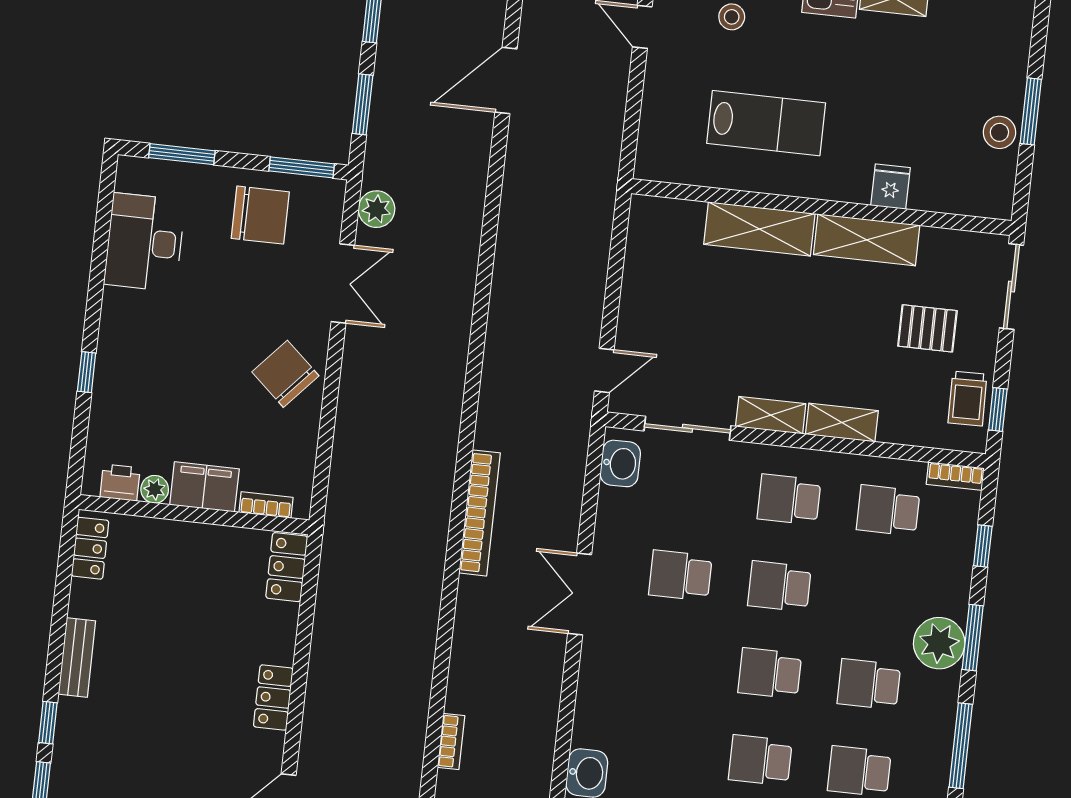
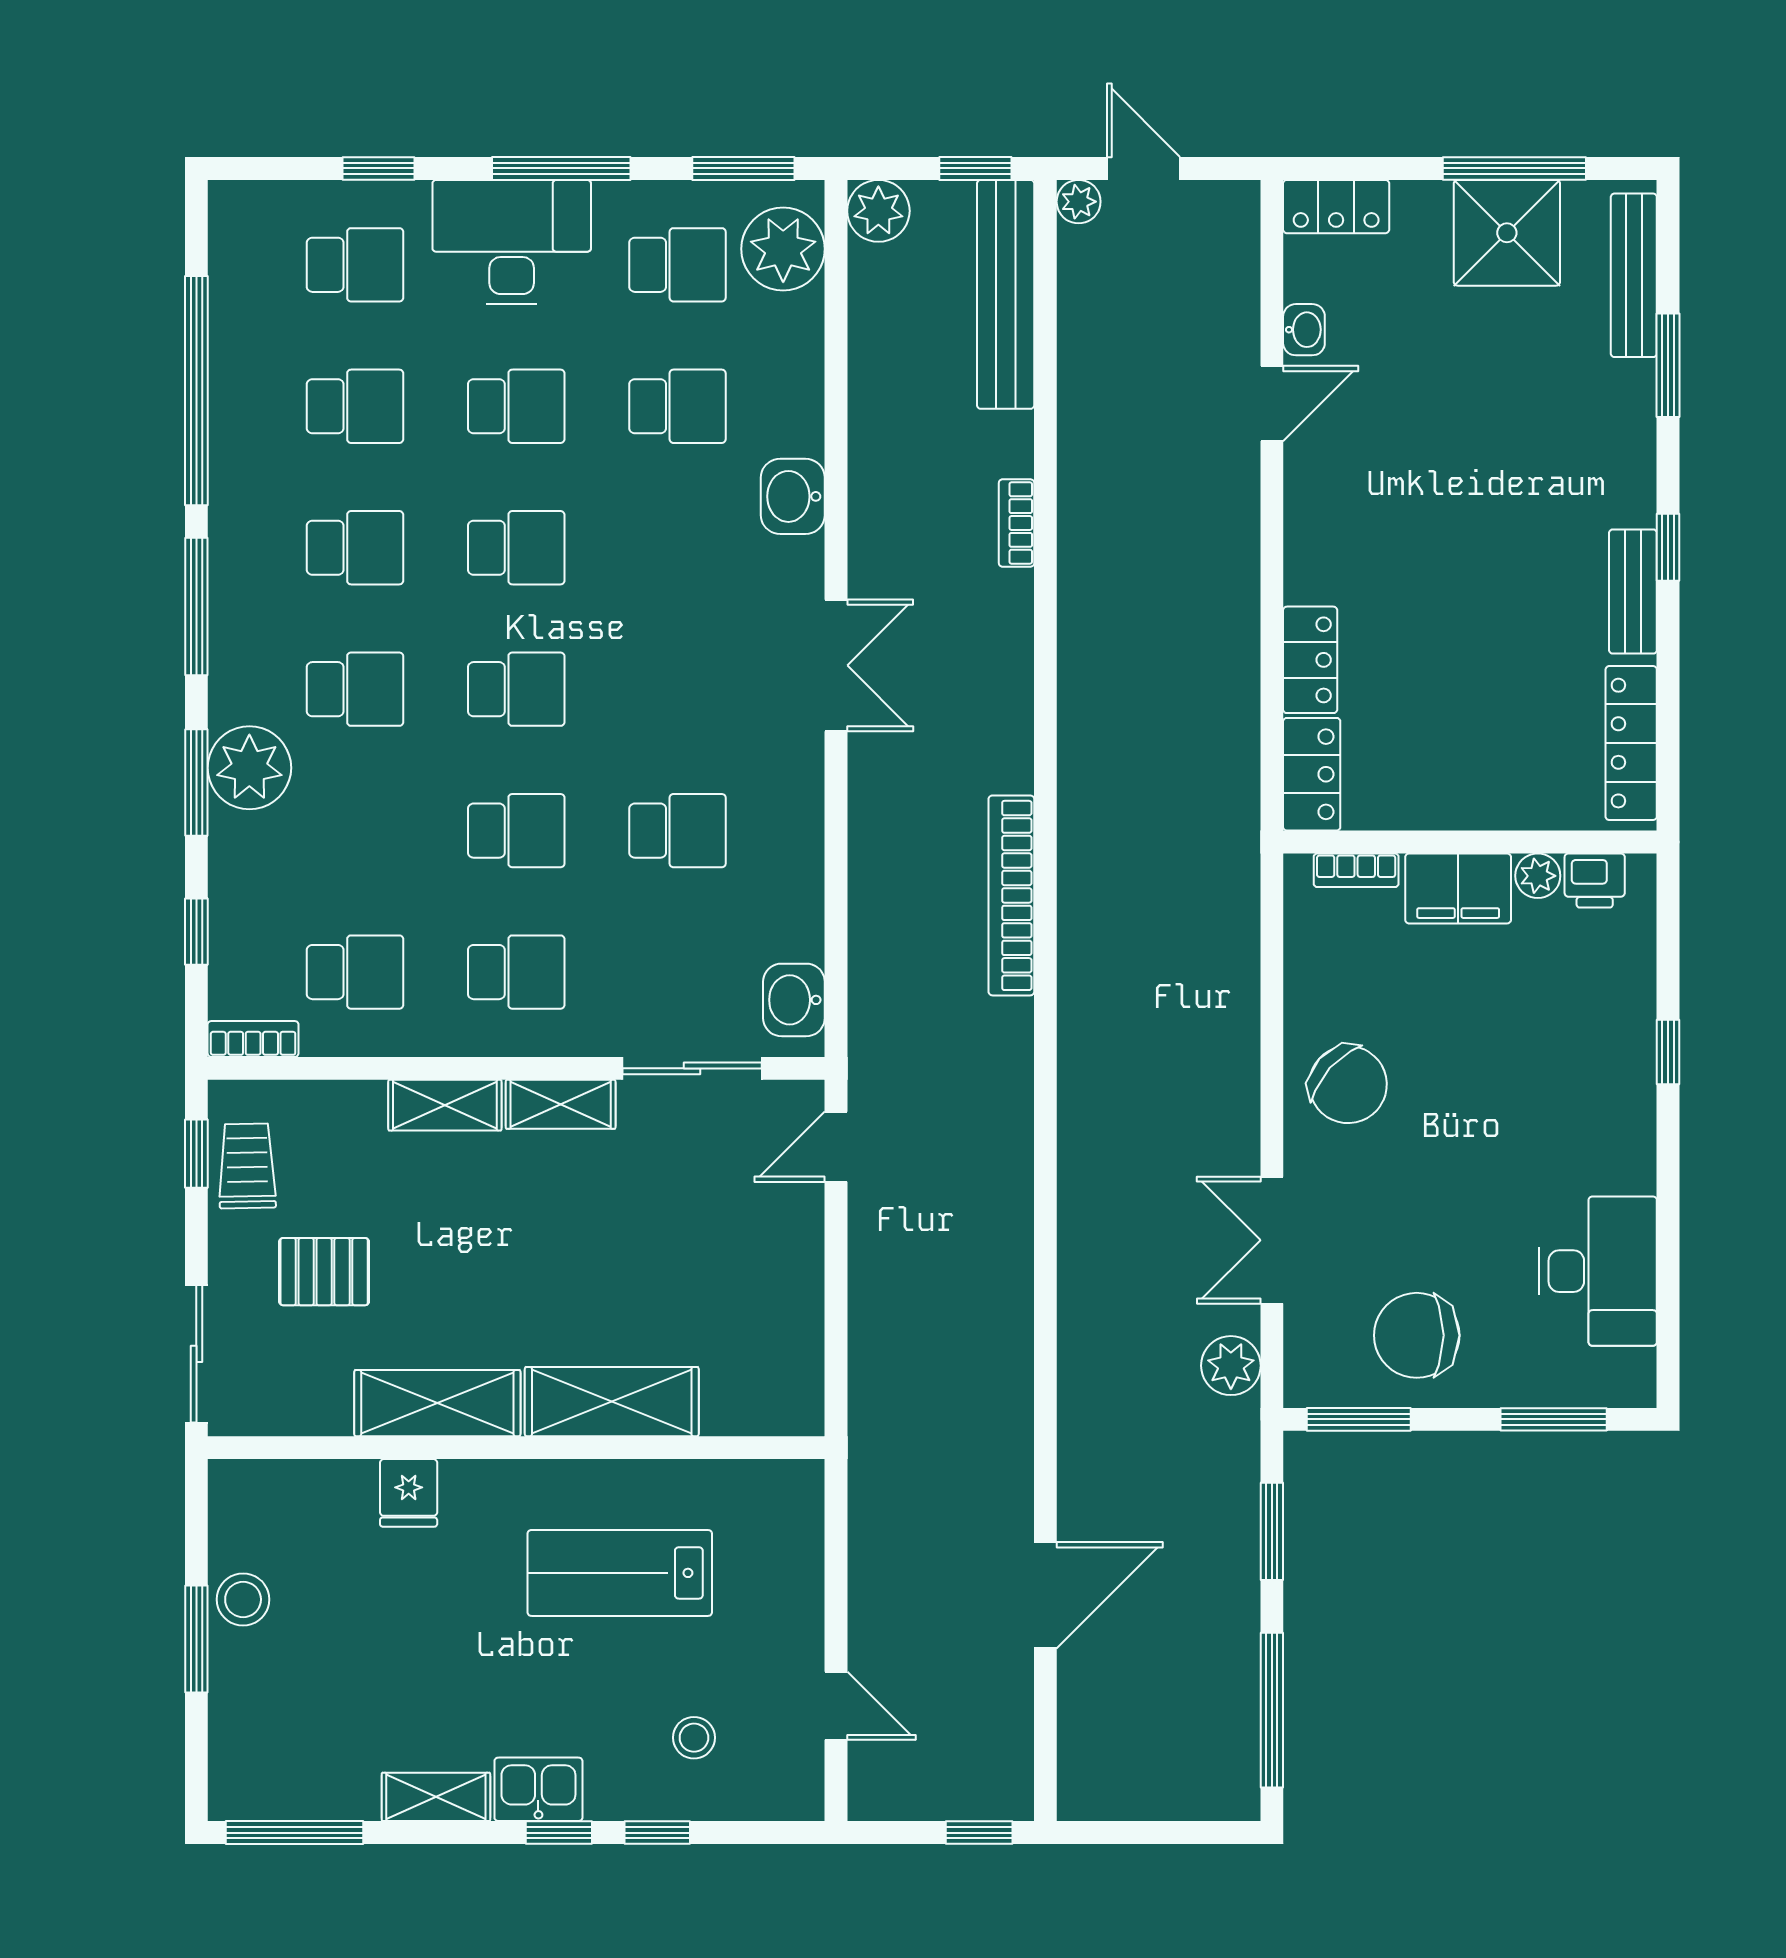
locker: (90, 548) -> (1631, 743), width x1.53
double door: (580, 594) -> (836, 665), moved
locker: (273, 698) -> (1310, 660), moved
window: (48, 723) -> (1668, 547), moved

